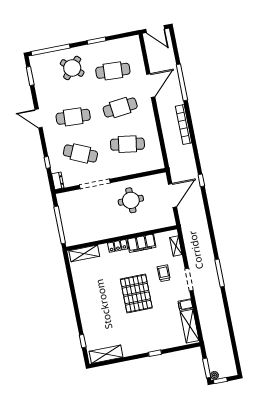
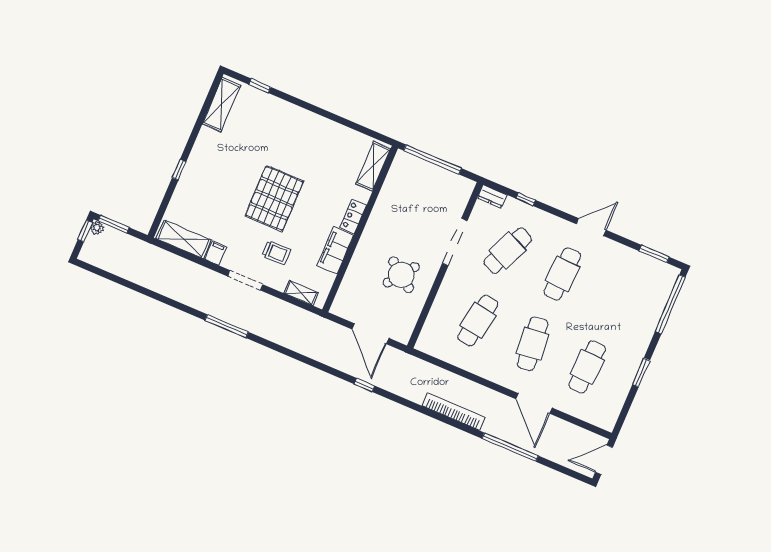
round table: (72, 68) -> (627, 316), removed
round table: (131, 200) -> (401, 275), turned 37
pallet: (136, 294) -> (274, 198), turned 90

